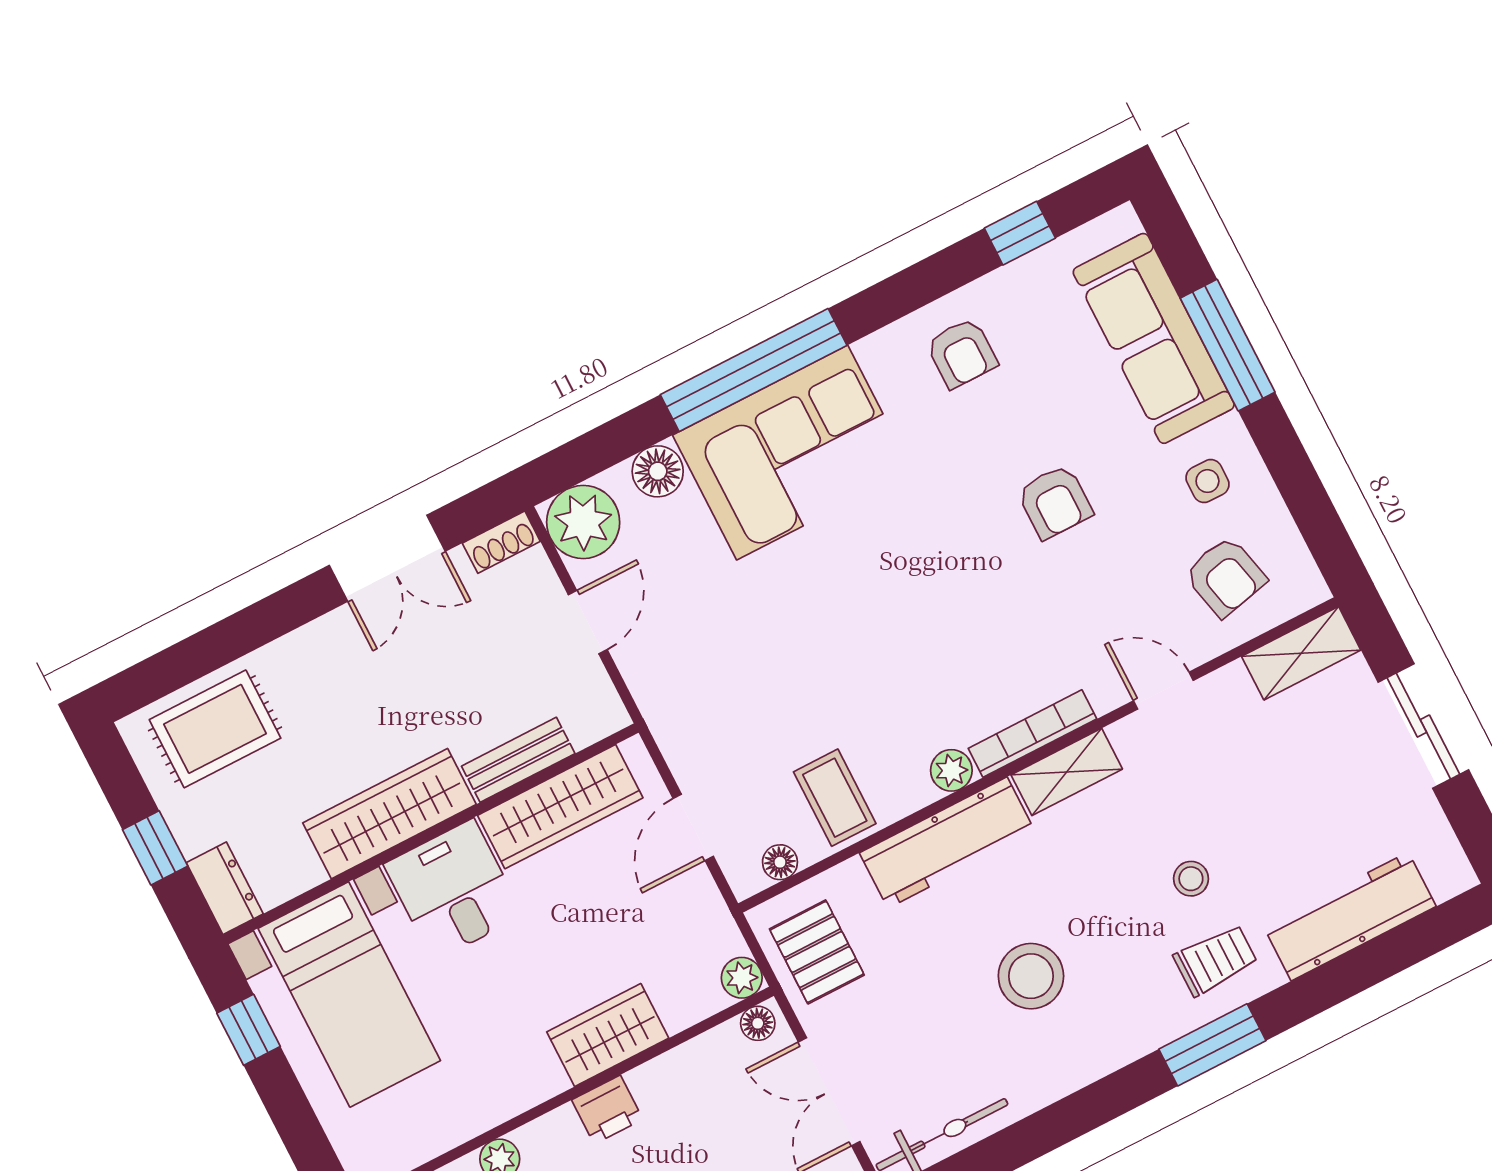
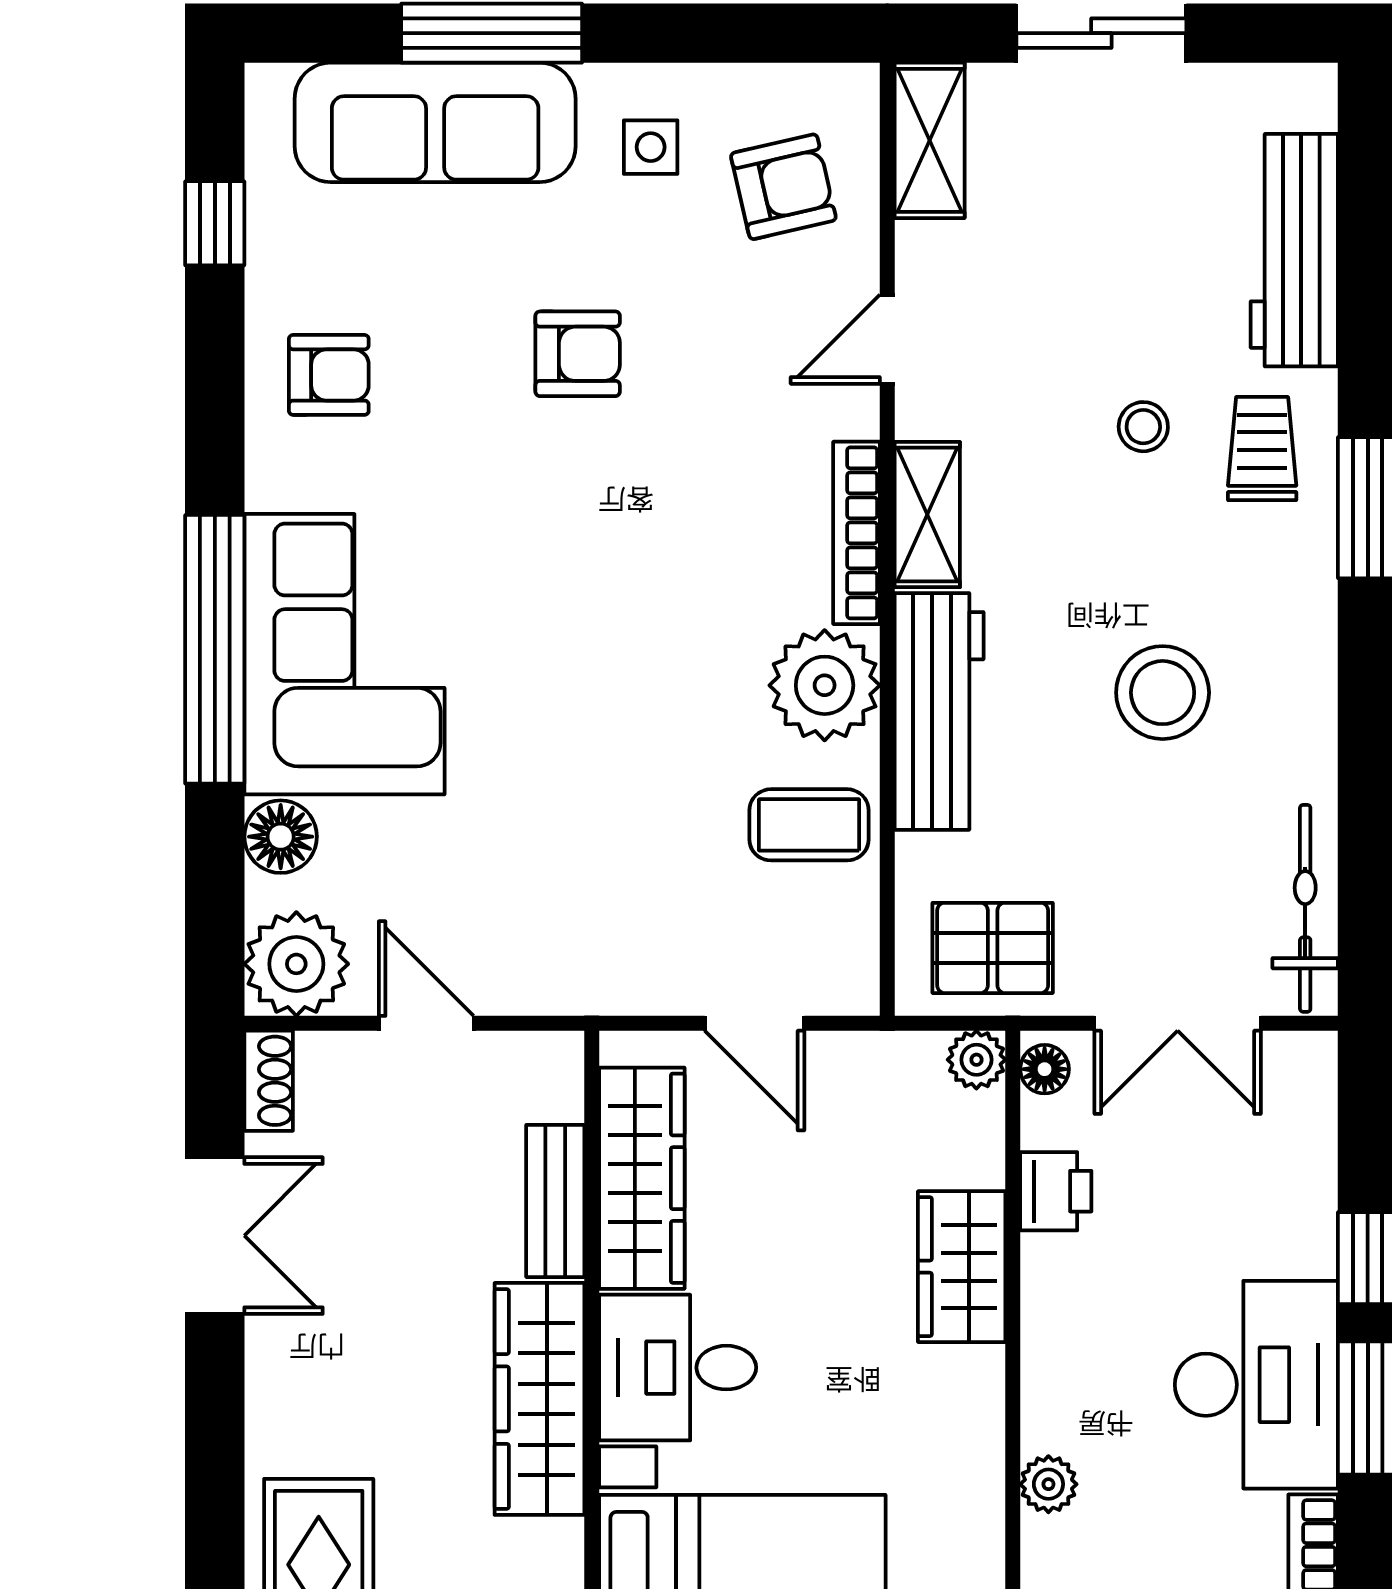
plant: (951, 770) -> (825, 685), width x1.88, depth x1.88
floor lamp: (780, 862) -> (855, 936), removed
printer: (607, 1110) -> (1056, 1191), moved

